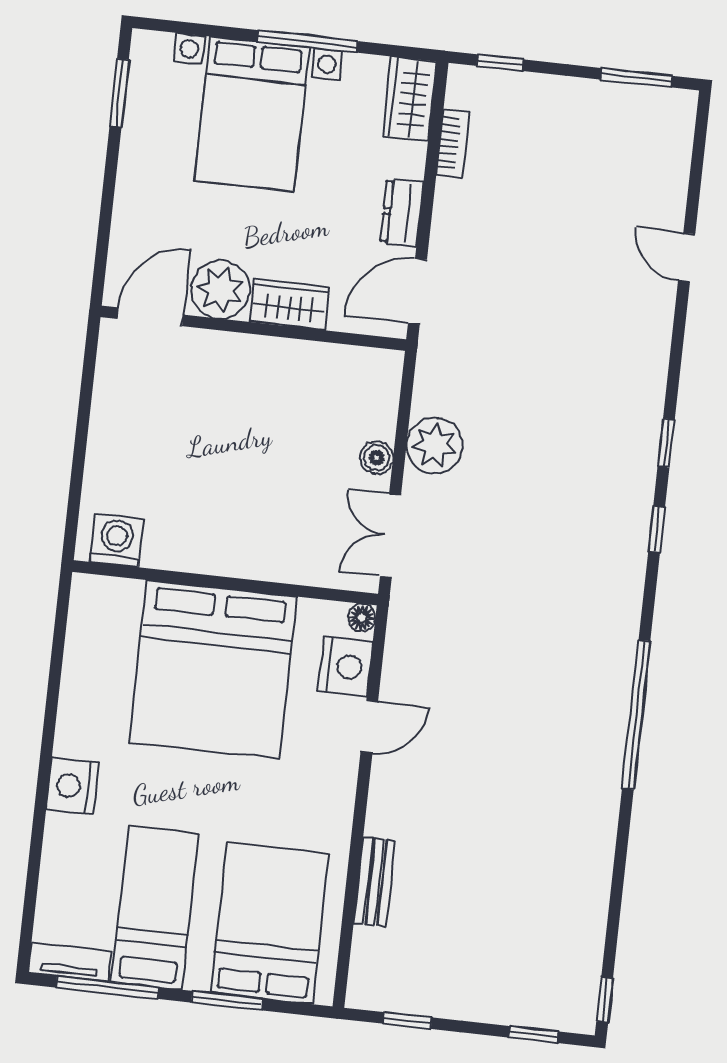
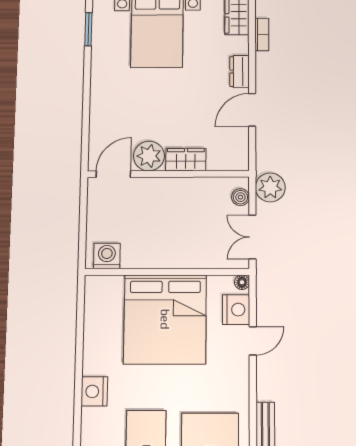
plant: (221, 289) -> (149, 156), moved
wardrobe: (289, 304) -> (186, 160), moved
door: (150, 317) -> (113, 174), moved
wall: (253, 328) -> (168, 174), moved

